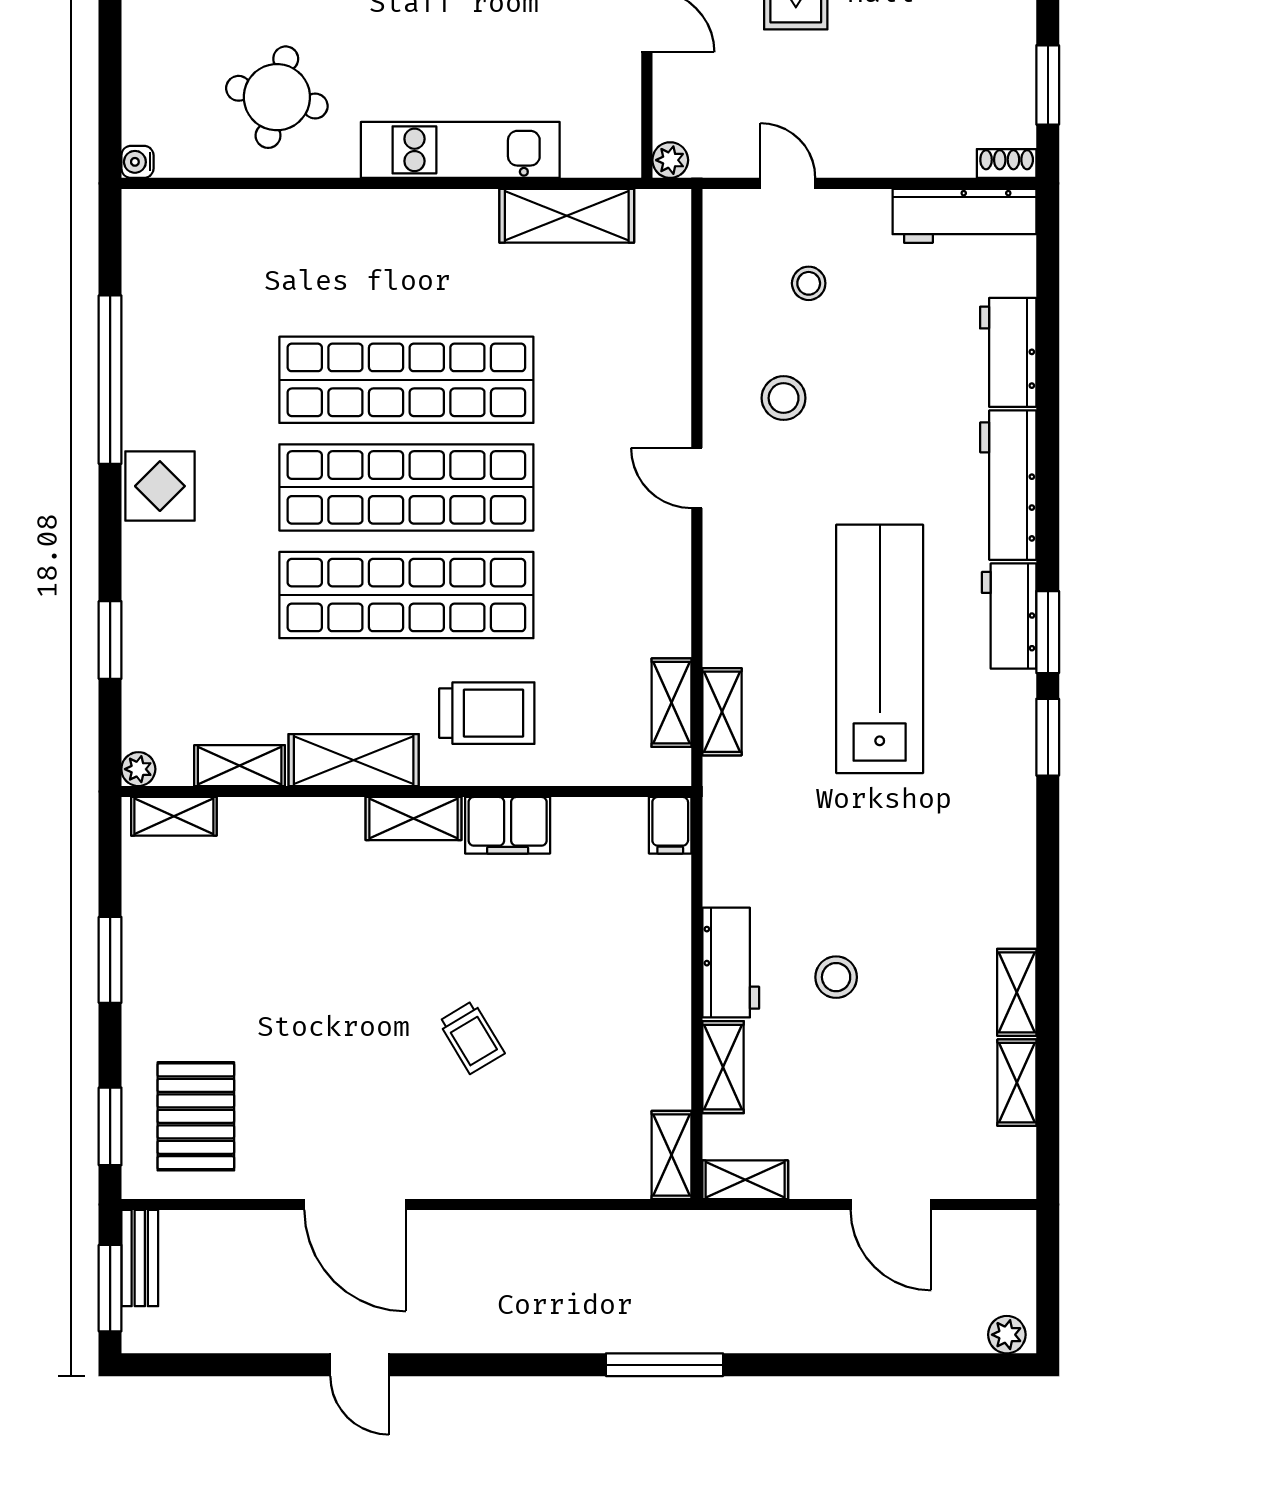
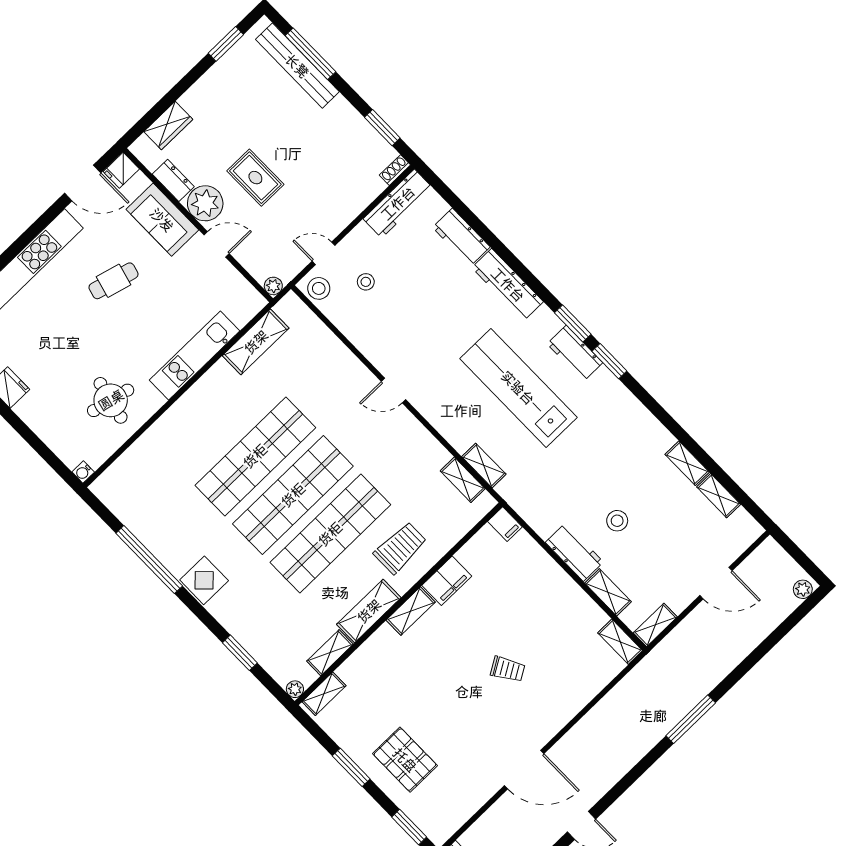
stool: (784, 398) -> (319, 288), moved
workbench: (1009, 616) -> (575, 353), moved
pallet: (196, 1116) -> (405, 760), moved

